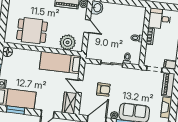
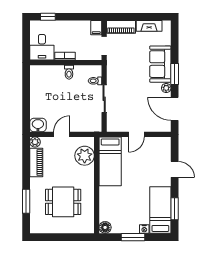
dining table: (32, 31) -> (63, 202), moved, turned 90
armchair: (103, 90) -> (137, 105), removed
wardrobe: (70, 103) -> (158, 144), removed

